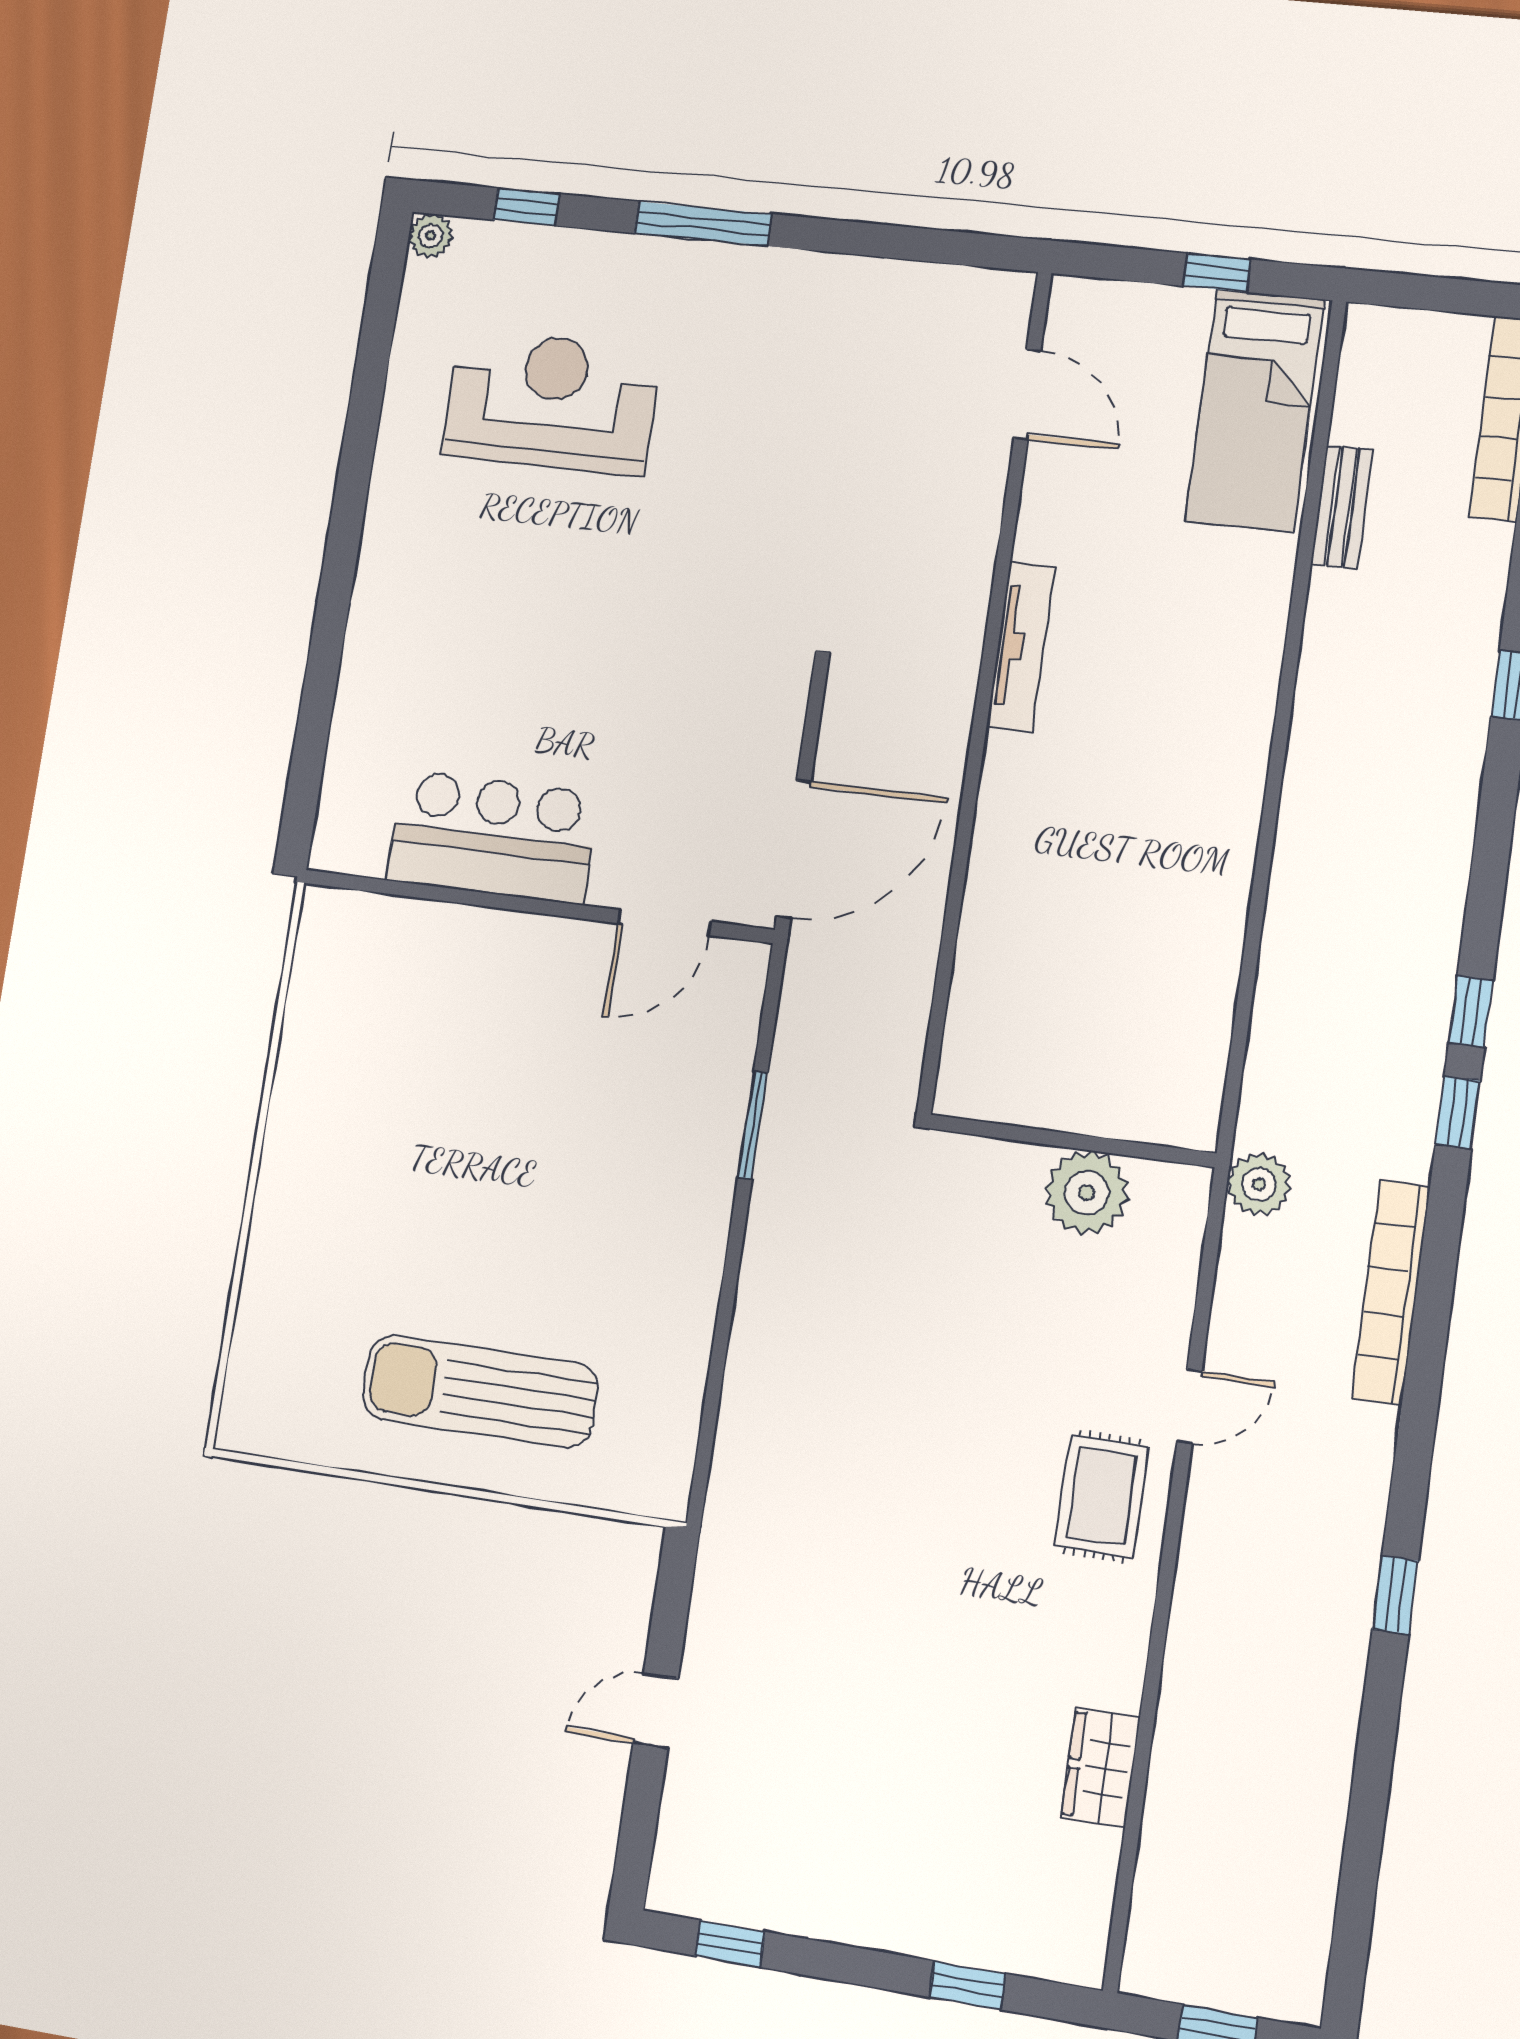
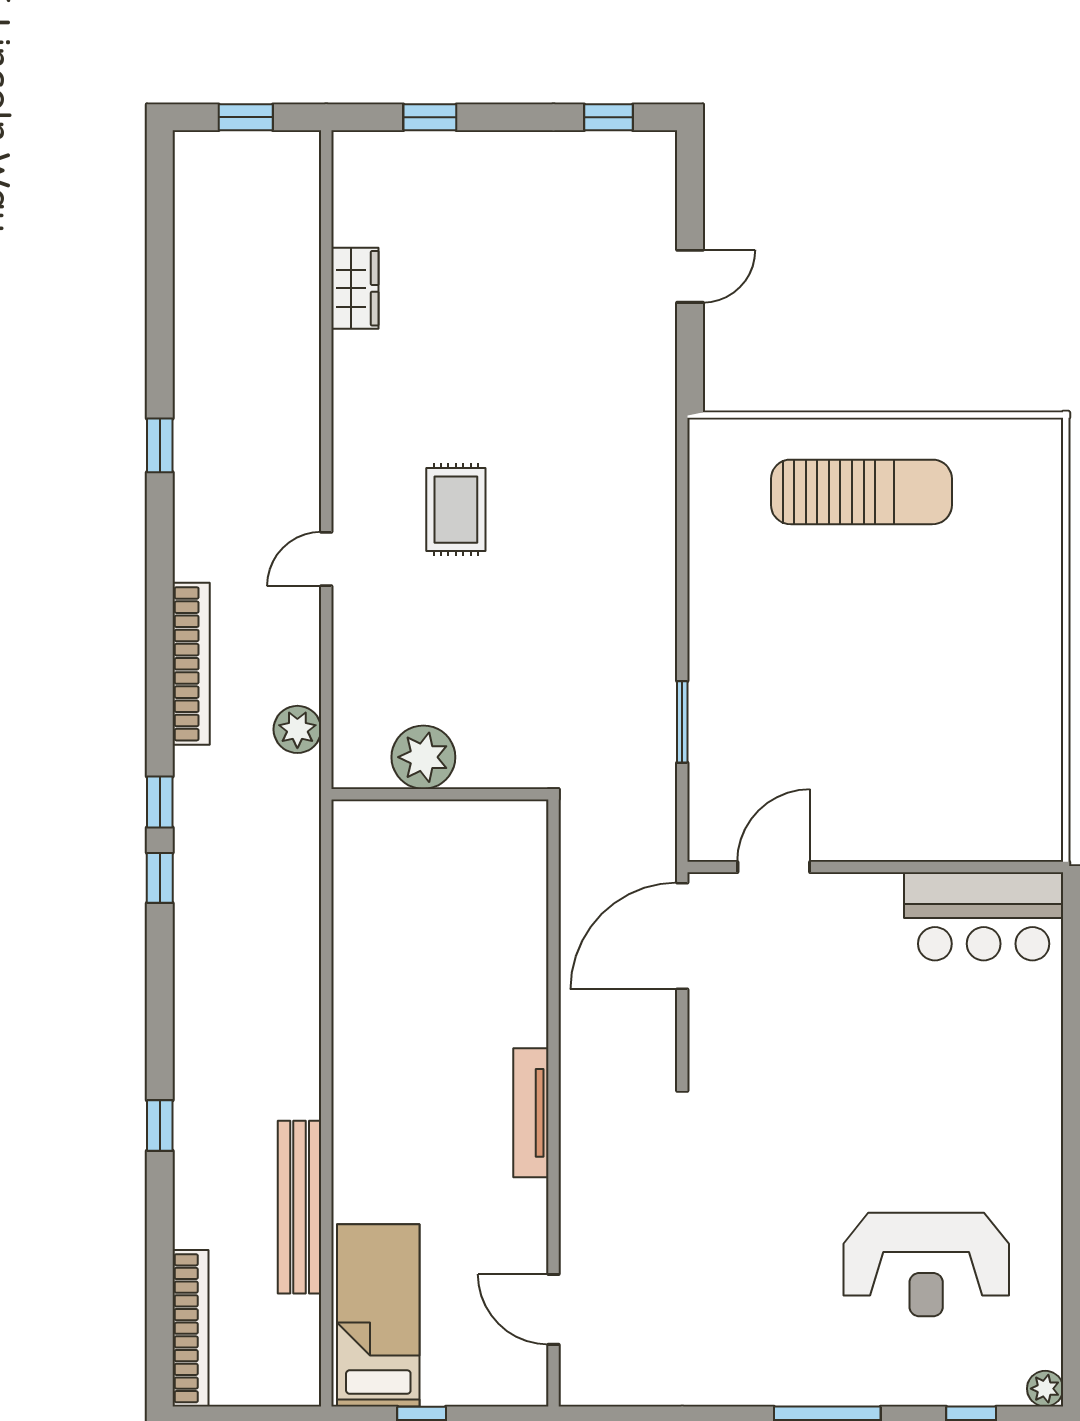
bench: (1342, 507) -> (300, 1207), width x1.86, depth x1.21
bar counter: (493, 837) -> (984, 916), moved
wall: (1072, 1141) -> (440, 794), moved
plant: (1087, 1193) -> (423, 757), moved
rug: (1102, 1496) -> (456, 510), moved

